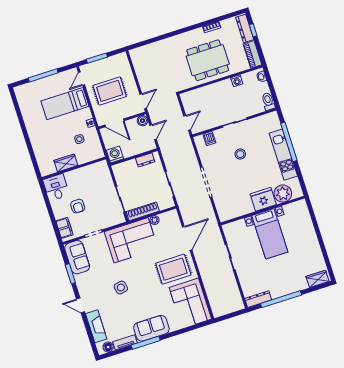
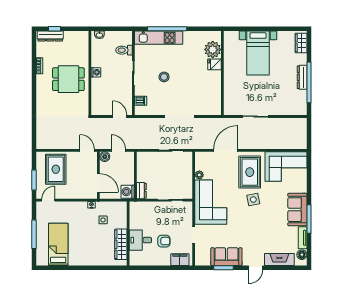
piano: (252, 54) -> (76, 36), removed
dining table: (208, 60) -> (68, 79), width x0.73
door: (82, 79) -> (48, 200), swing flipped
washing machine: (237, 81) -> (96, 72), moved
rug: (110, 91) -> (56, 169), moved
toilet: (268, 101) -> (124, 50), moved
bed: (65, 104) -> (58, 244), moved, turned 180
door: (115, 123) -> (98, 183), hinge flipped
kitchen unit: (283, 155) -> (159, 38), moved
dresser: (145, 160) -> (141, 191), moved
wardrobe: (66, 163) -> (121, 244), width x1.50
desk: (56, 187) -> (140, 240), moved
fridge: (263, 199) -> (214, 64), width x0.53, depth x0.75
shoe rack: (143, 211) -> (188, 183), removed
bed with nightstands: (270, 234) -> (258, 53), moved, turned 90
door: (187, 238) -> (226, 150), hinge flipped
sofa: (77, 257) -> (226, 257), moved
side table: (121, 287) -> (253, 200), moved
dresser: (258, 299) -> (302, 77), moved

